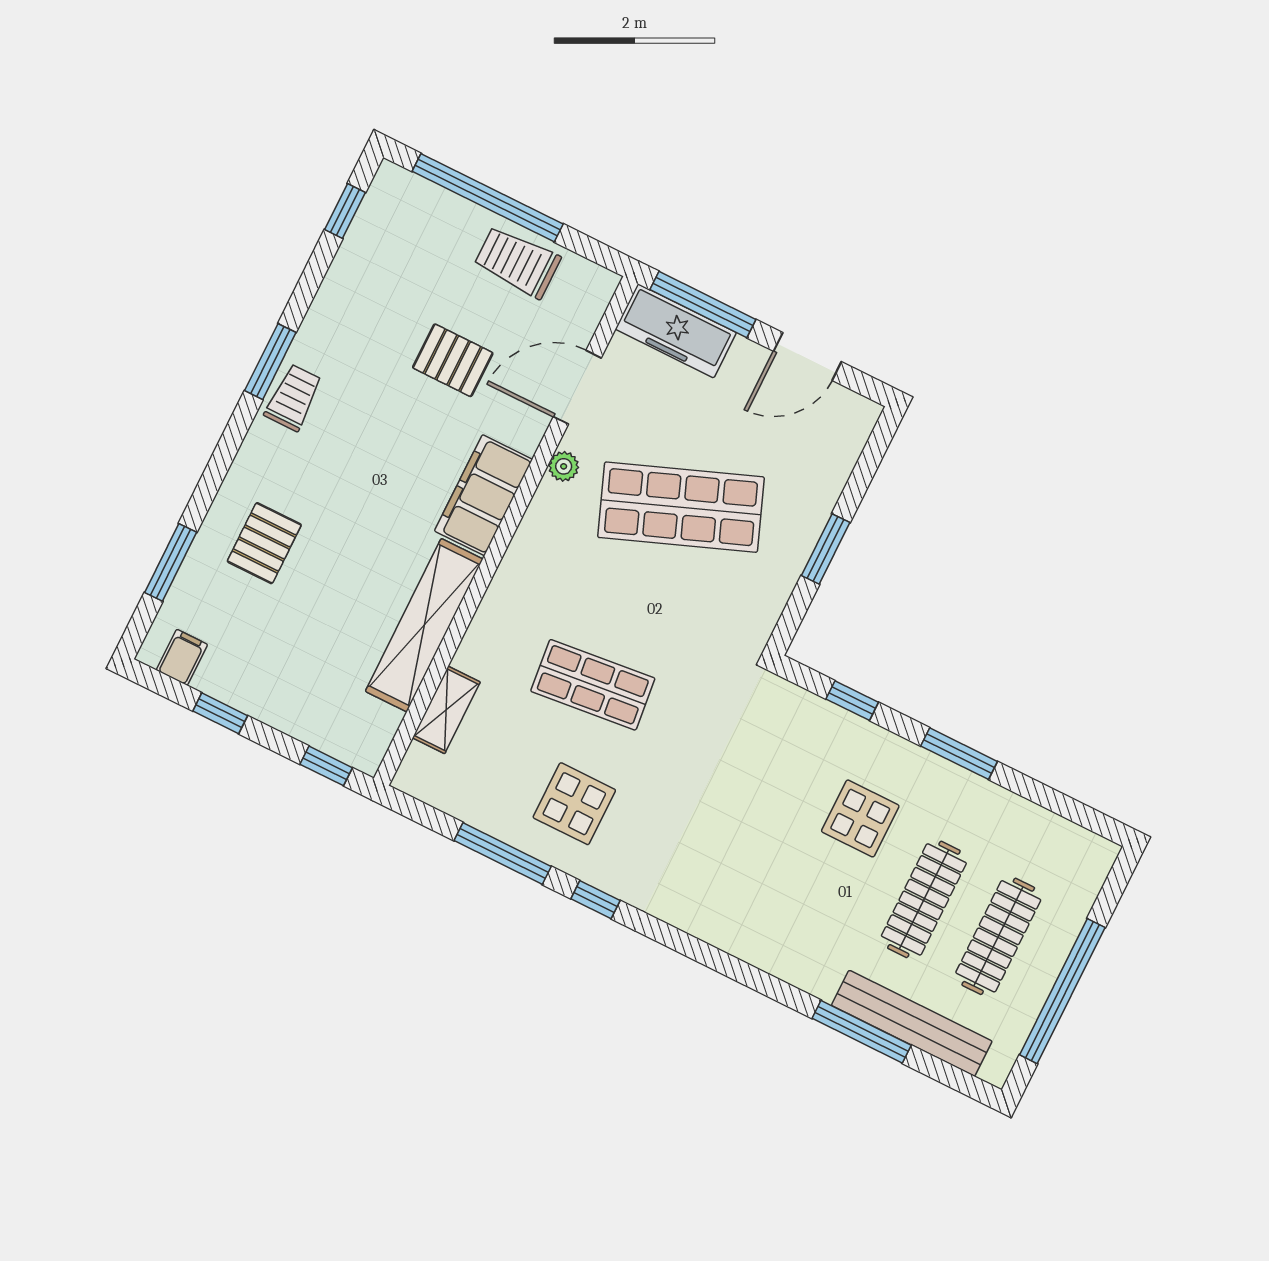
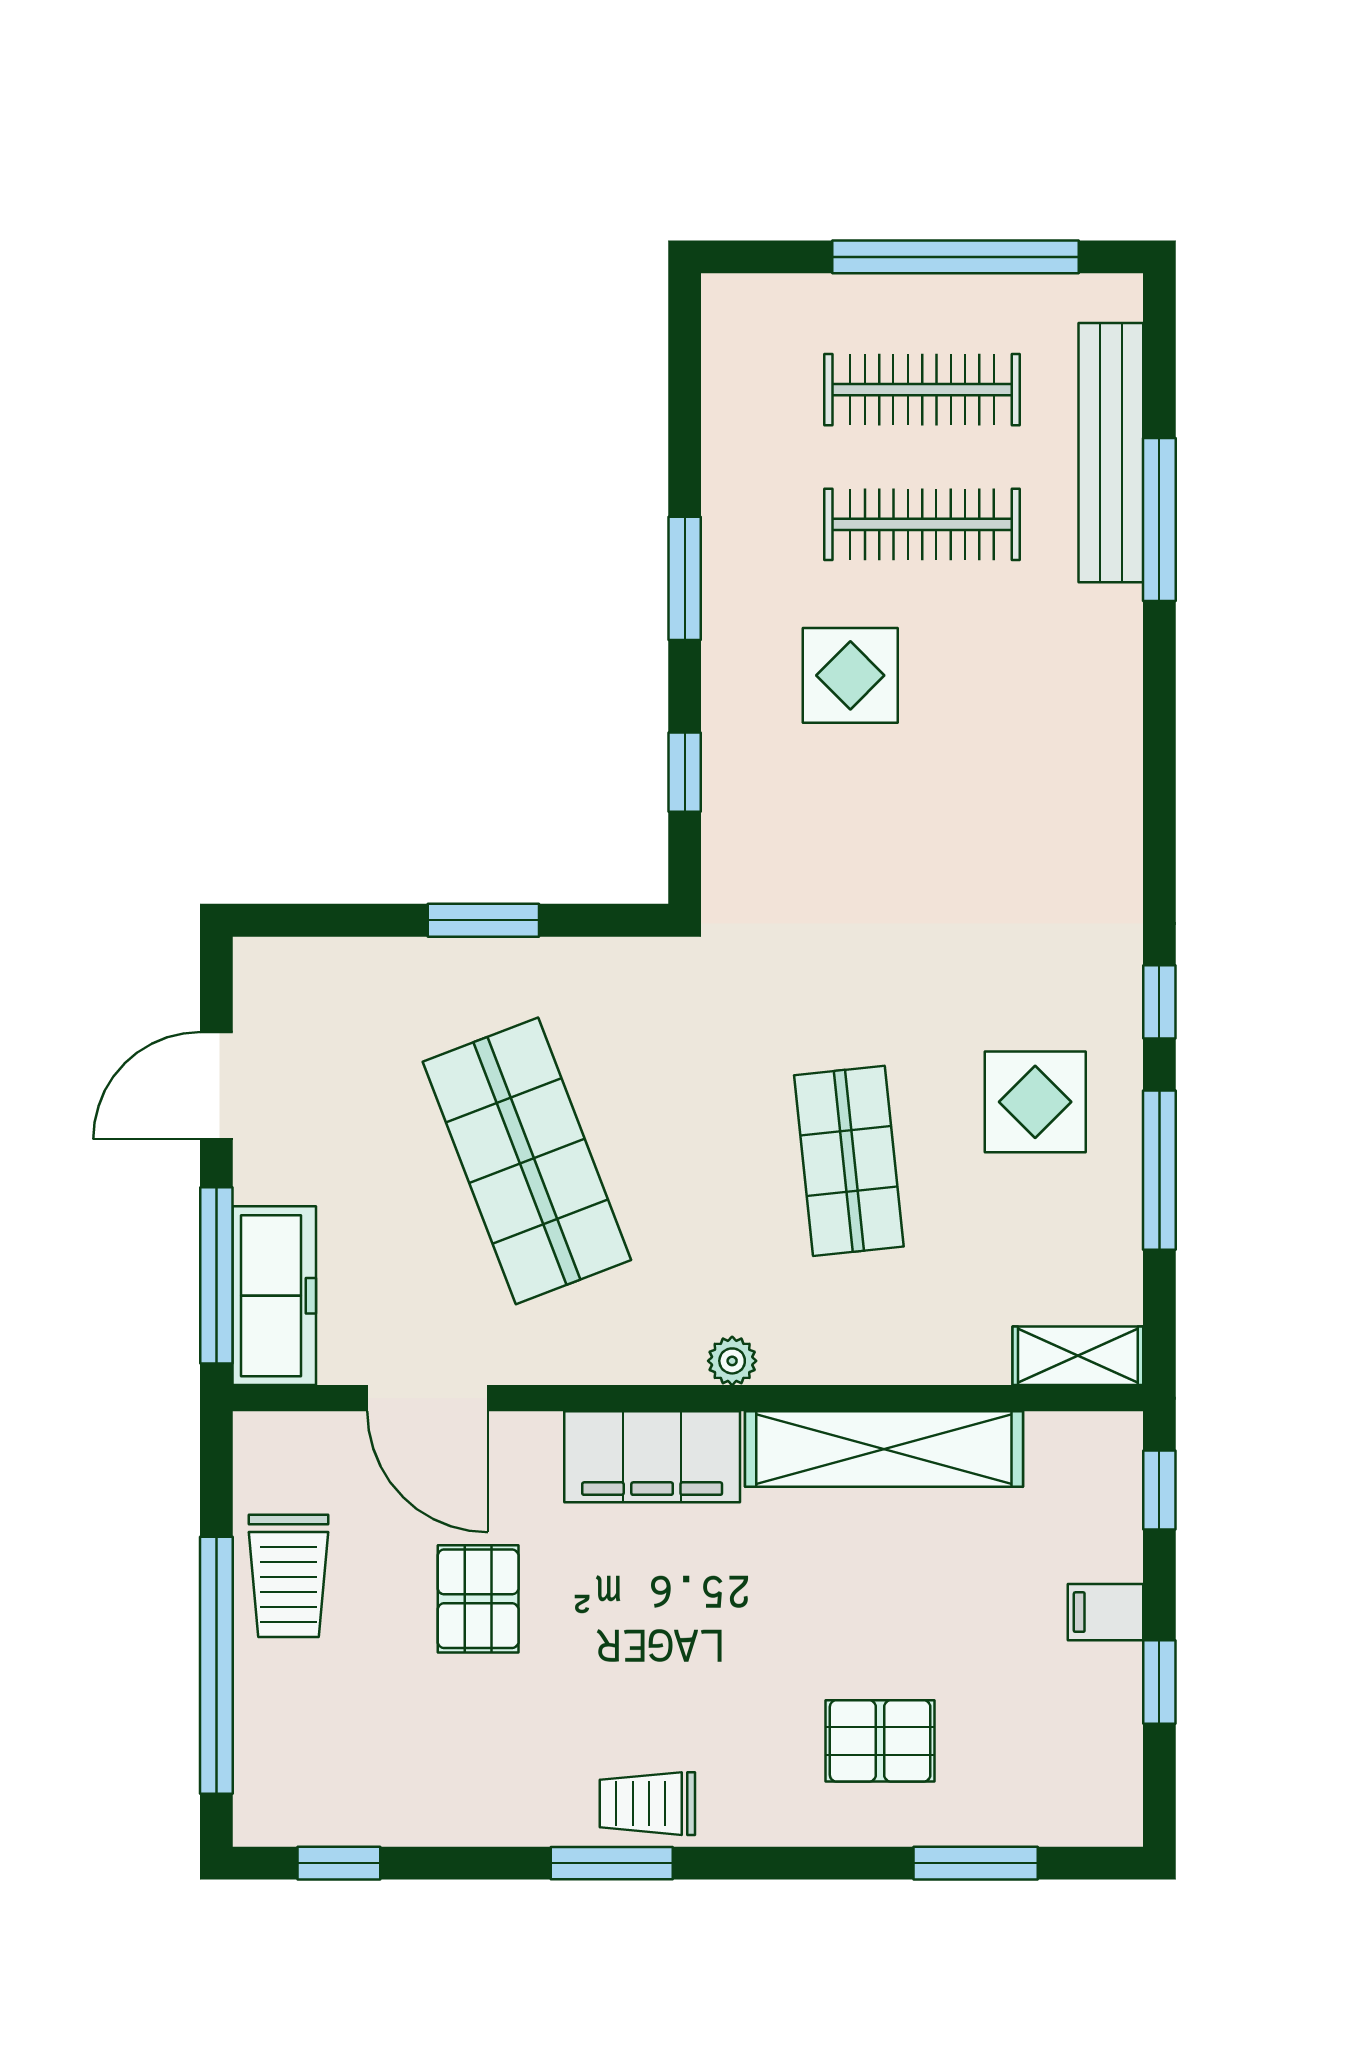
door: (807, 356) -> (216, 1086), swing flipped
plant: (564, 466) -> (732, 1361), moved
filing cabinet: (182, 657) -> (1106, 1612), moved
shelving: (446, 710) -> (1078, 1356), moved

